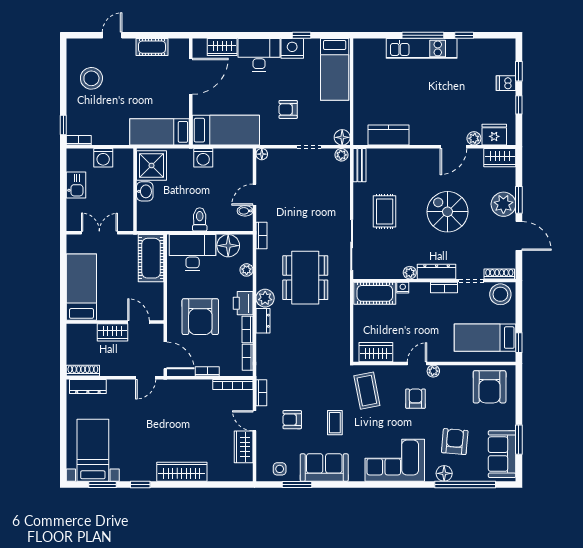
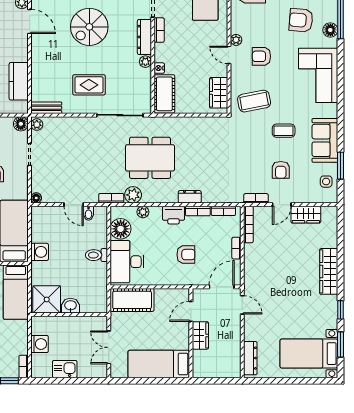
plant: (265, 298) -> (133, 195), moved
armchair: (200, 317) -> (186, 255), width x0.53, depth x0.53
shoe rack: (83, 371) -> (236, 363), removed

